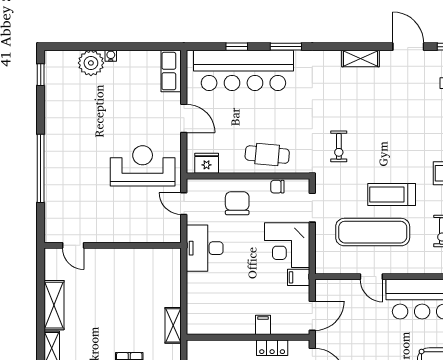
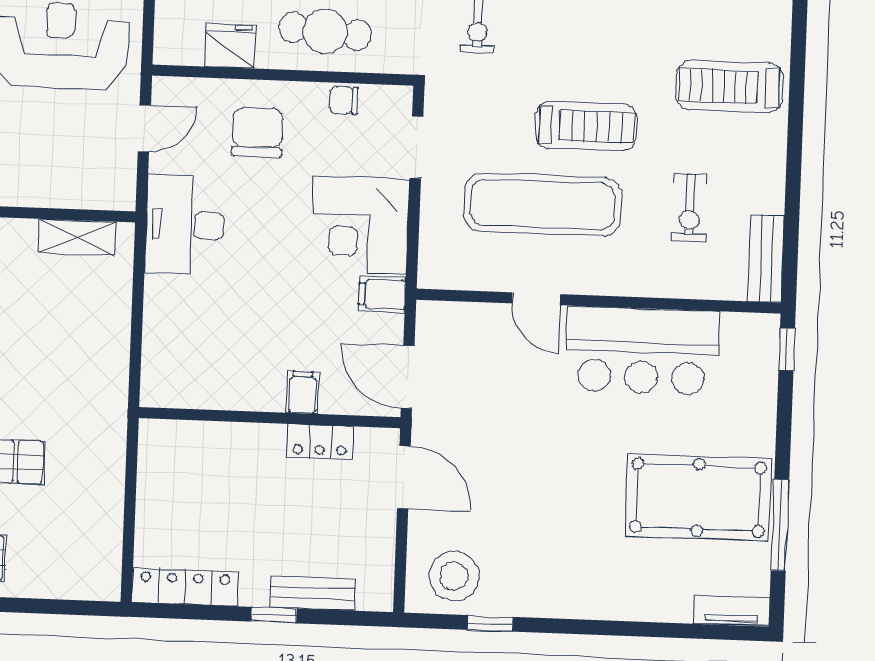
fridge: (207, 163) -> (230, 46), moved
treadmill: (392, 194) -> (586, 126), turned 180
door: (184, 204) -> (144, 128), swing flipped
door: (312, 316) -> (408, 377), swing flipped
shelving: (173, 325) -> (77, 237), moved, turned 90

